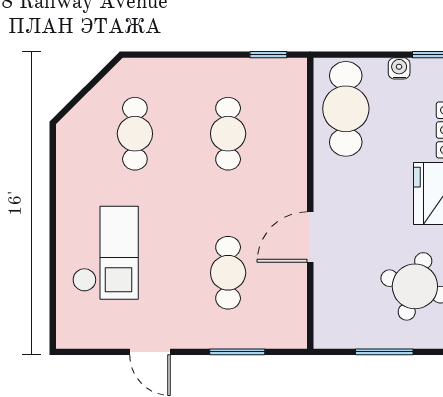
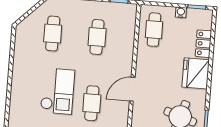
cafe table: (346, 109) -> (154, 30), width x0.73, depth x0.74
checkout: (105, 253) -> (57, 91), moved

